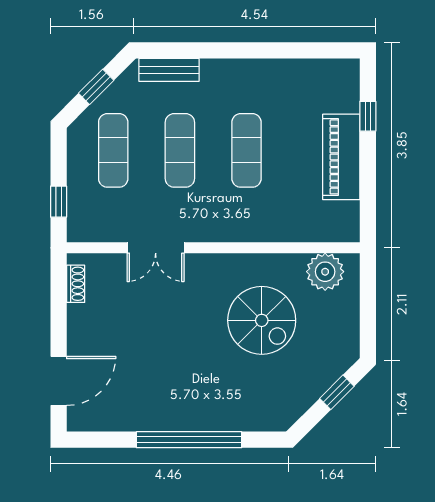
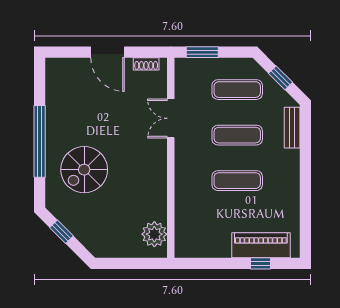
piano: (341, 157) -> (261, 245), moved
window: (59, 202) -> (202, 52), width x1.50
spiral stairs: (262, 320) -> (84, 170), moved
door: (59, 381) -> (107, 52), moved
window: (337, 392) -> (61, 232), moved

